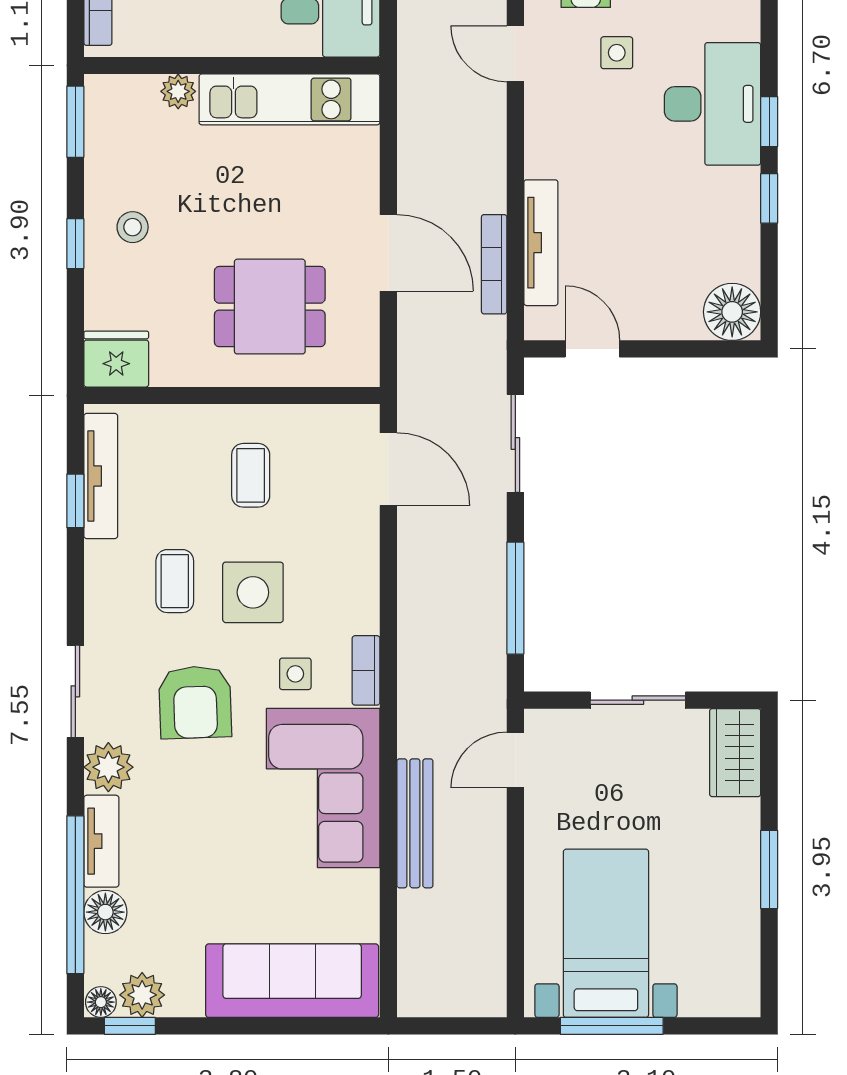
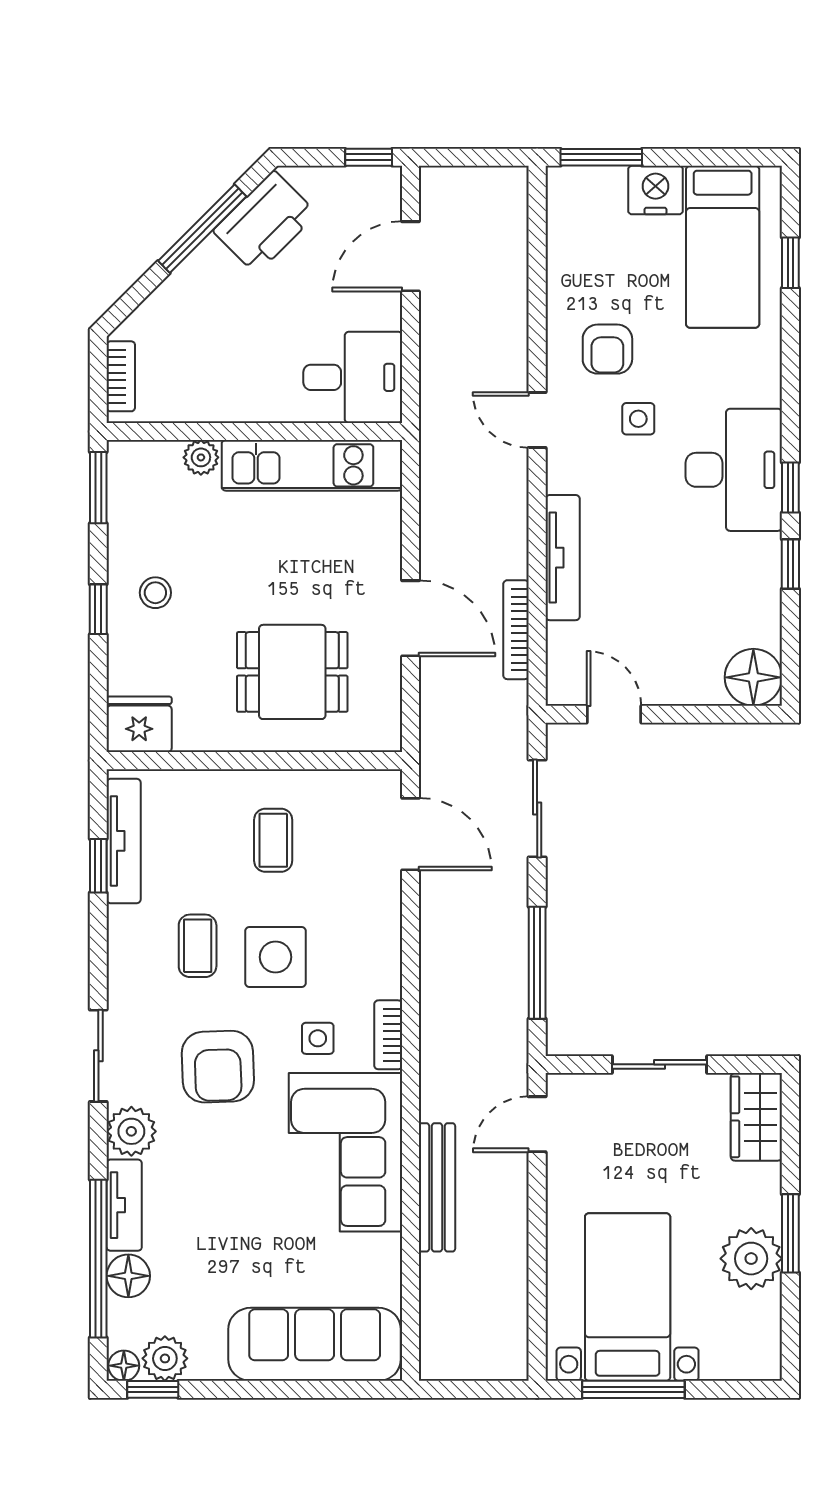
tv unit: (541, 243) -> (563, 558), moved
plant: (730, 895) -> (751, 1259), added

